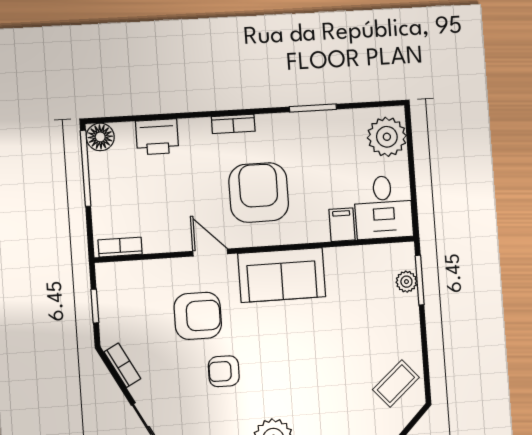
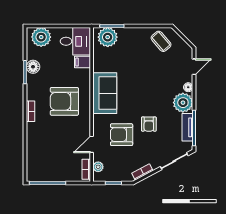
floor lamp: (100, 137) -> (33, 67), moved
printer: (157, 137) -> (35, 148), removed
door: (210, 252) -> (92, 144), moved
plant: (127, 272) -> (98, 167), added
plant: (406, 282) -> (108, 37), width x1.87, depth x1.87
armchair: (198, 316) -> (122, 135), turned -90

